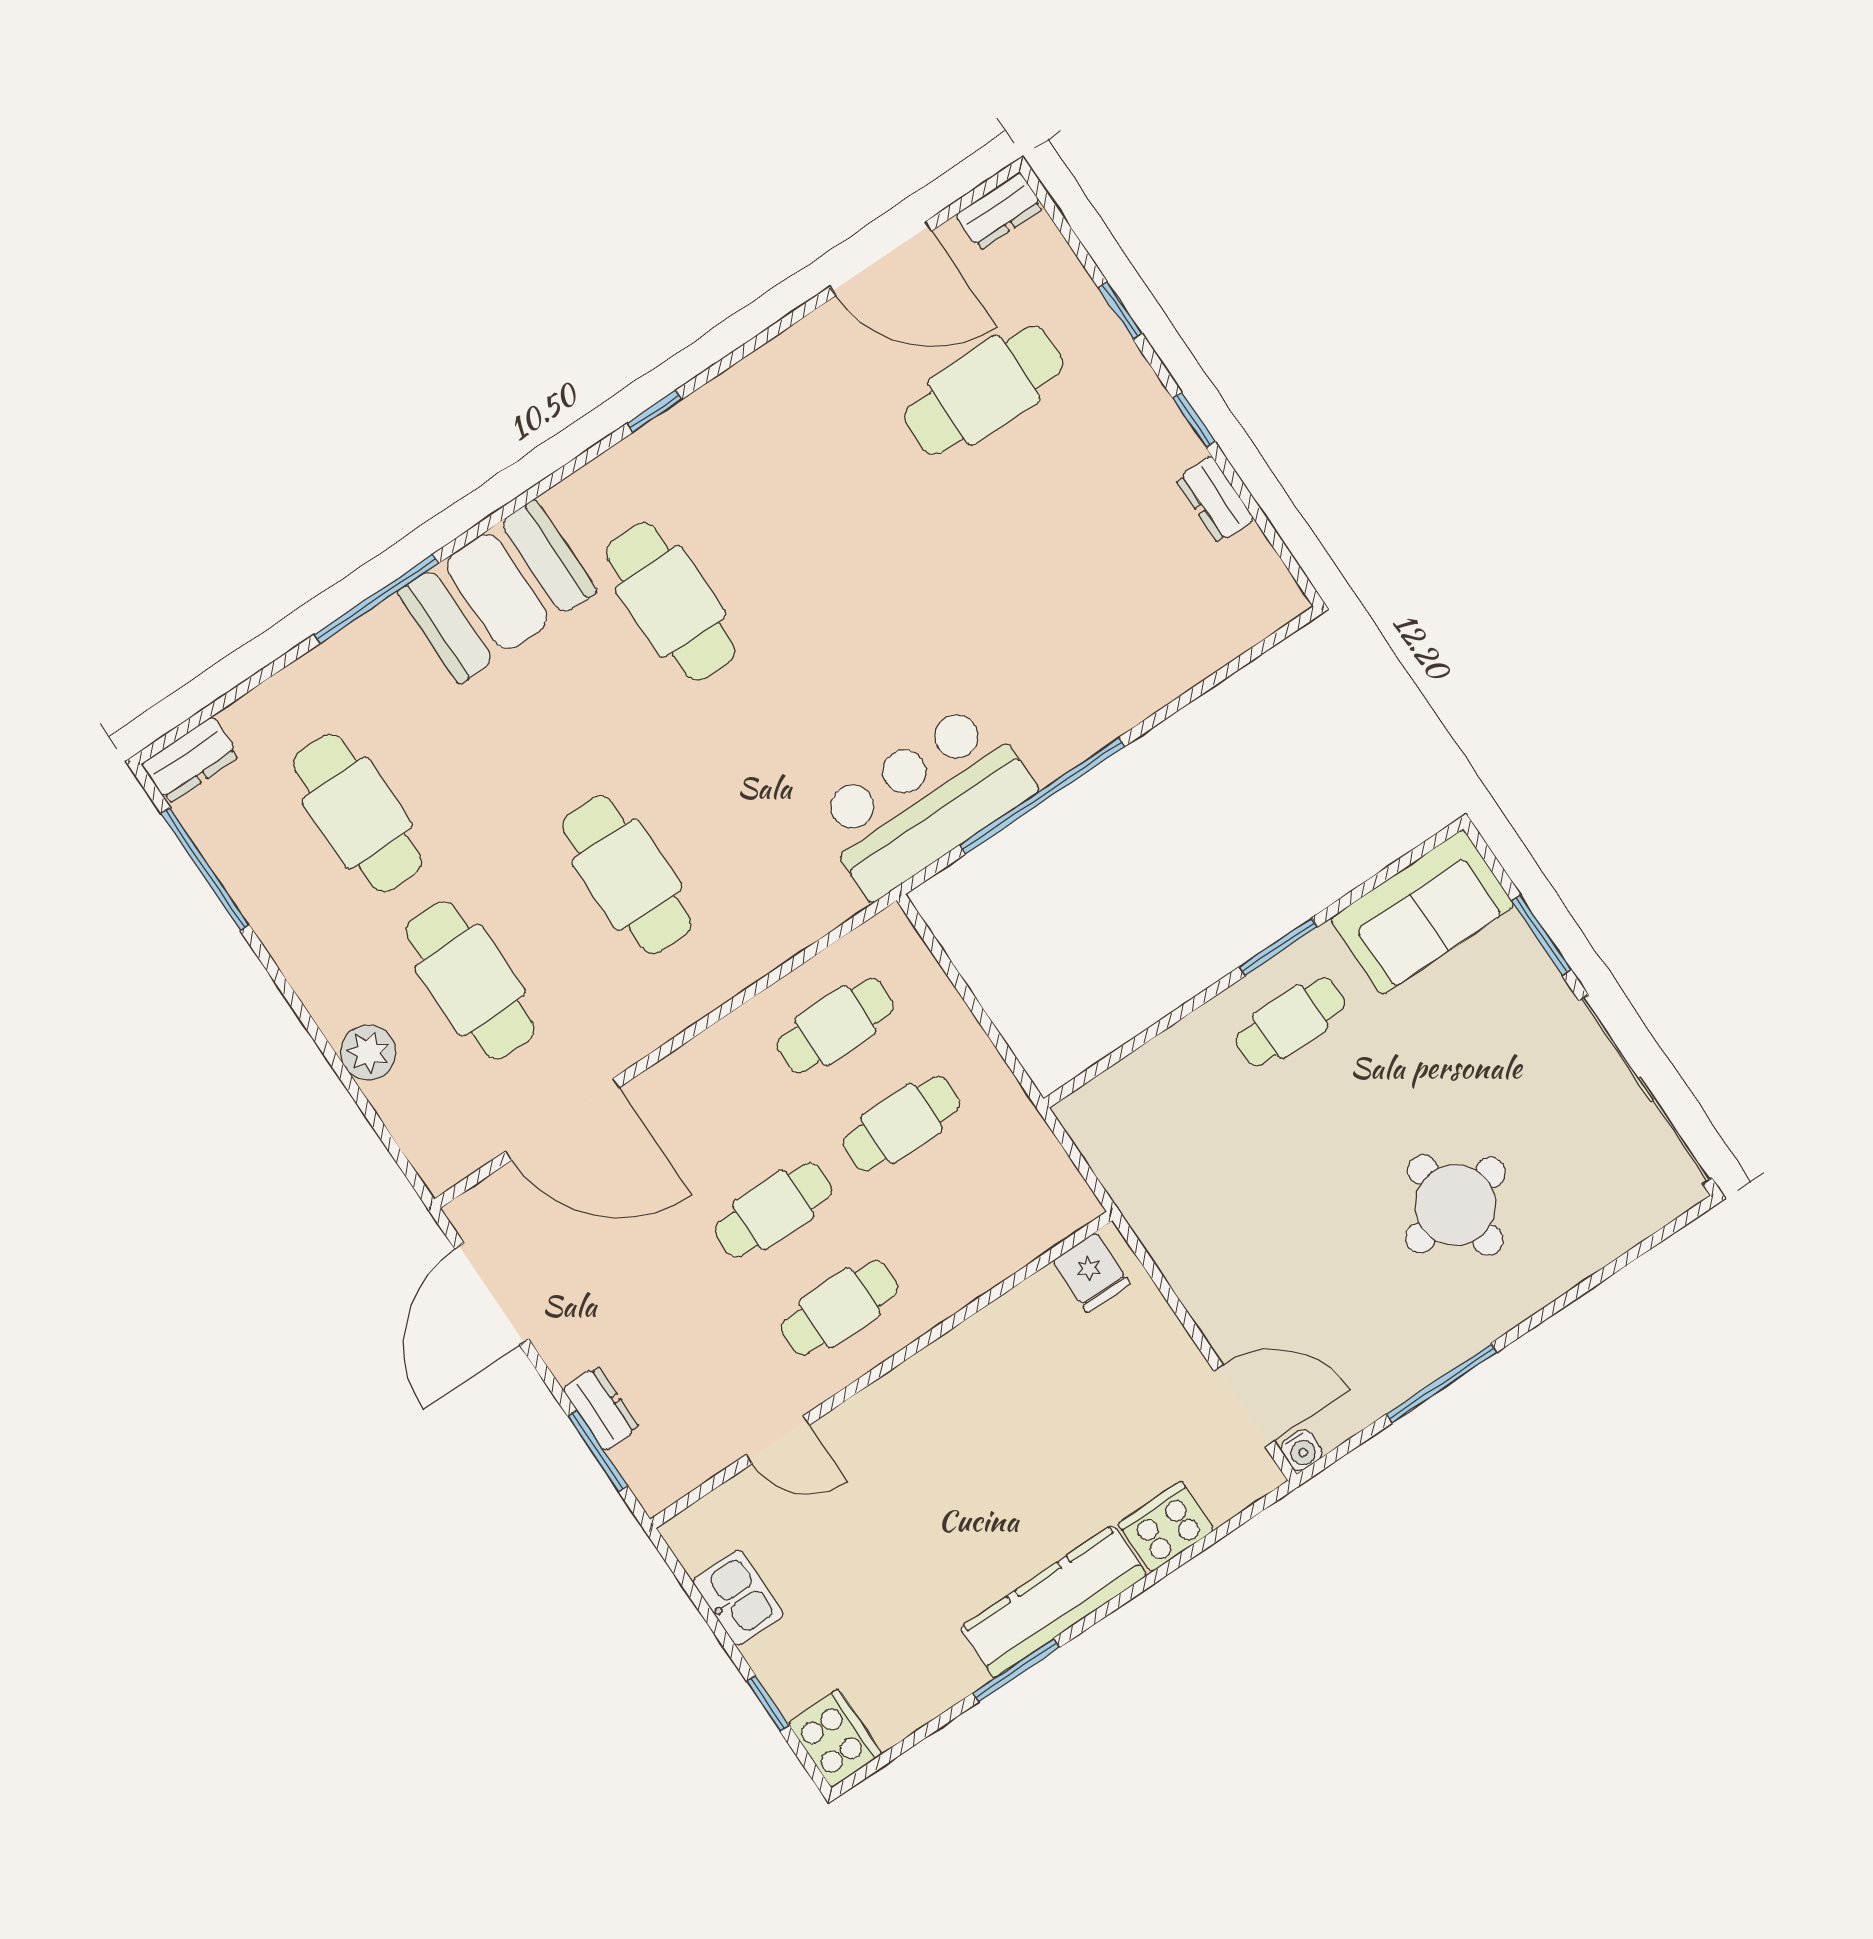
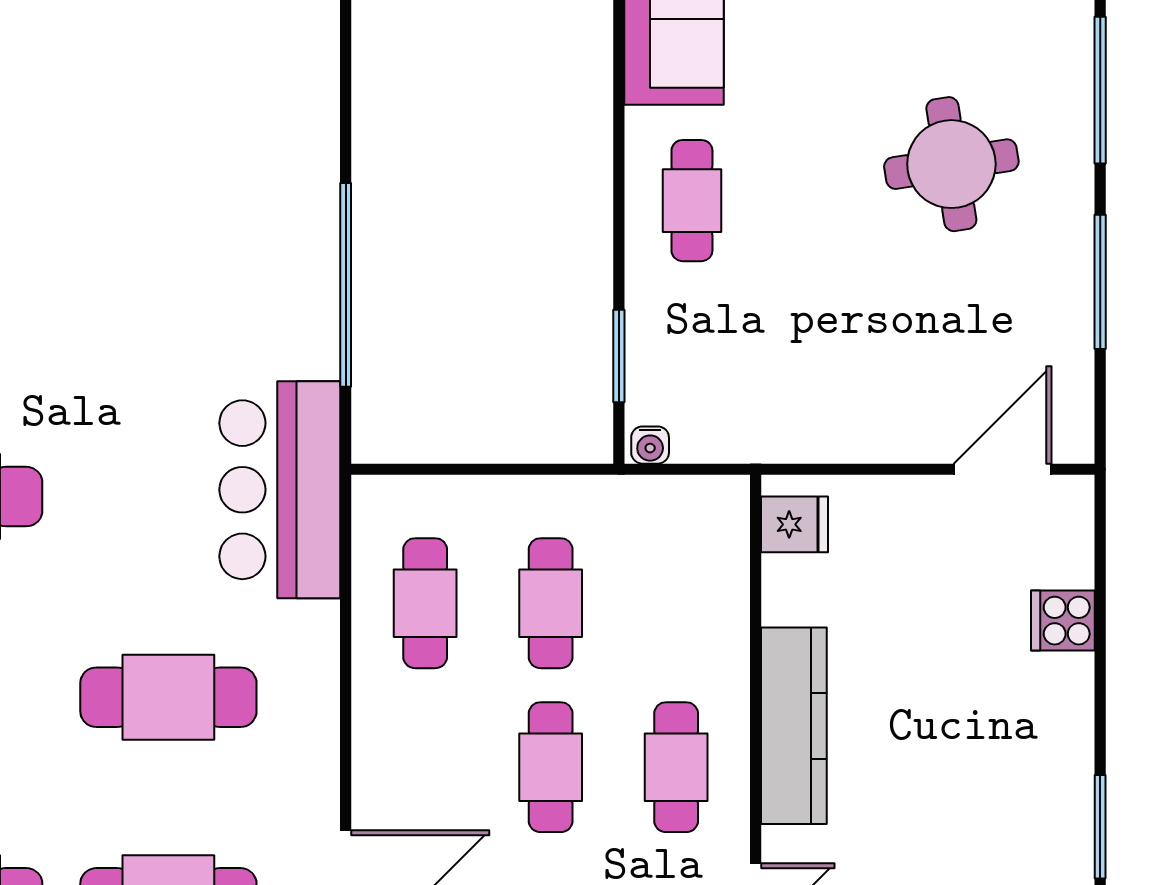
bar counter: (924, 801) -> (280, 490), moved
window: (1278, 947) -> (619, 356), moved
window: (1591, 1282) -> (1100, 90), added
water cooler: (1302, 1450) -> (650, 445), moved, turned 90
cooker: (1166, 1527) -> (1063, 621), width x0.73
kitchen counter: (1053, 1602) -> (794, 726), moved, turned 180

